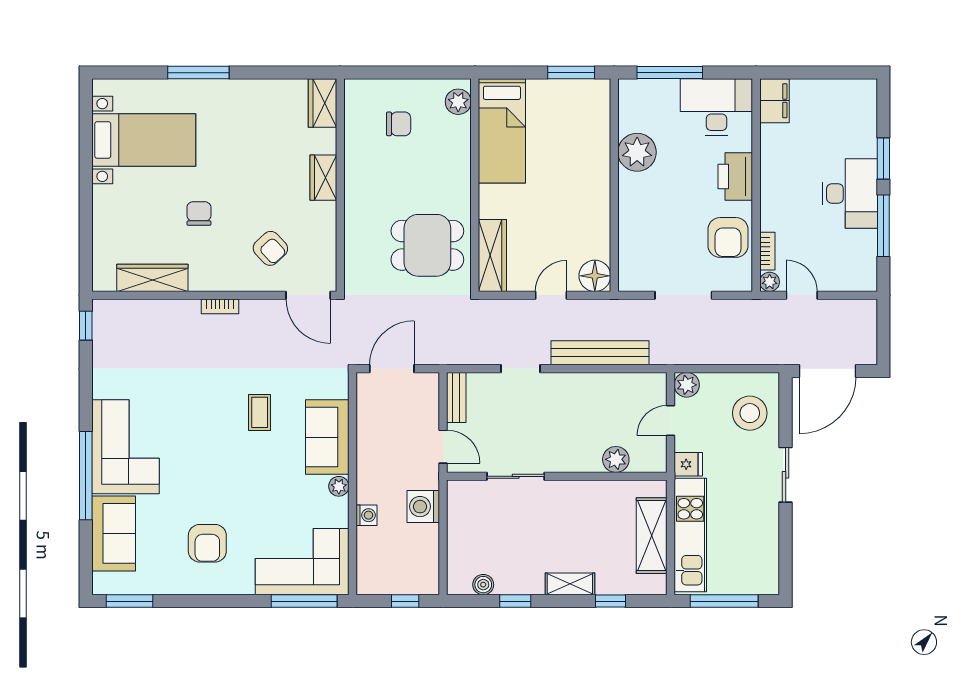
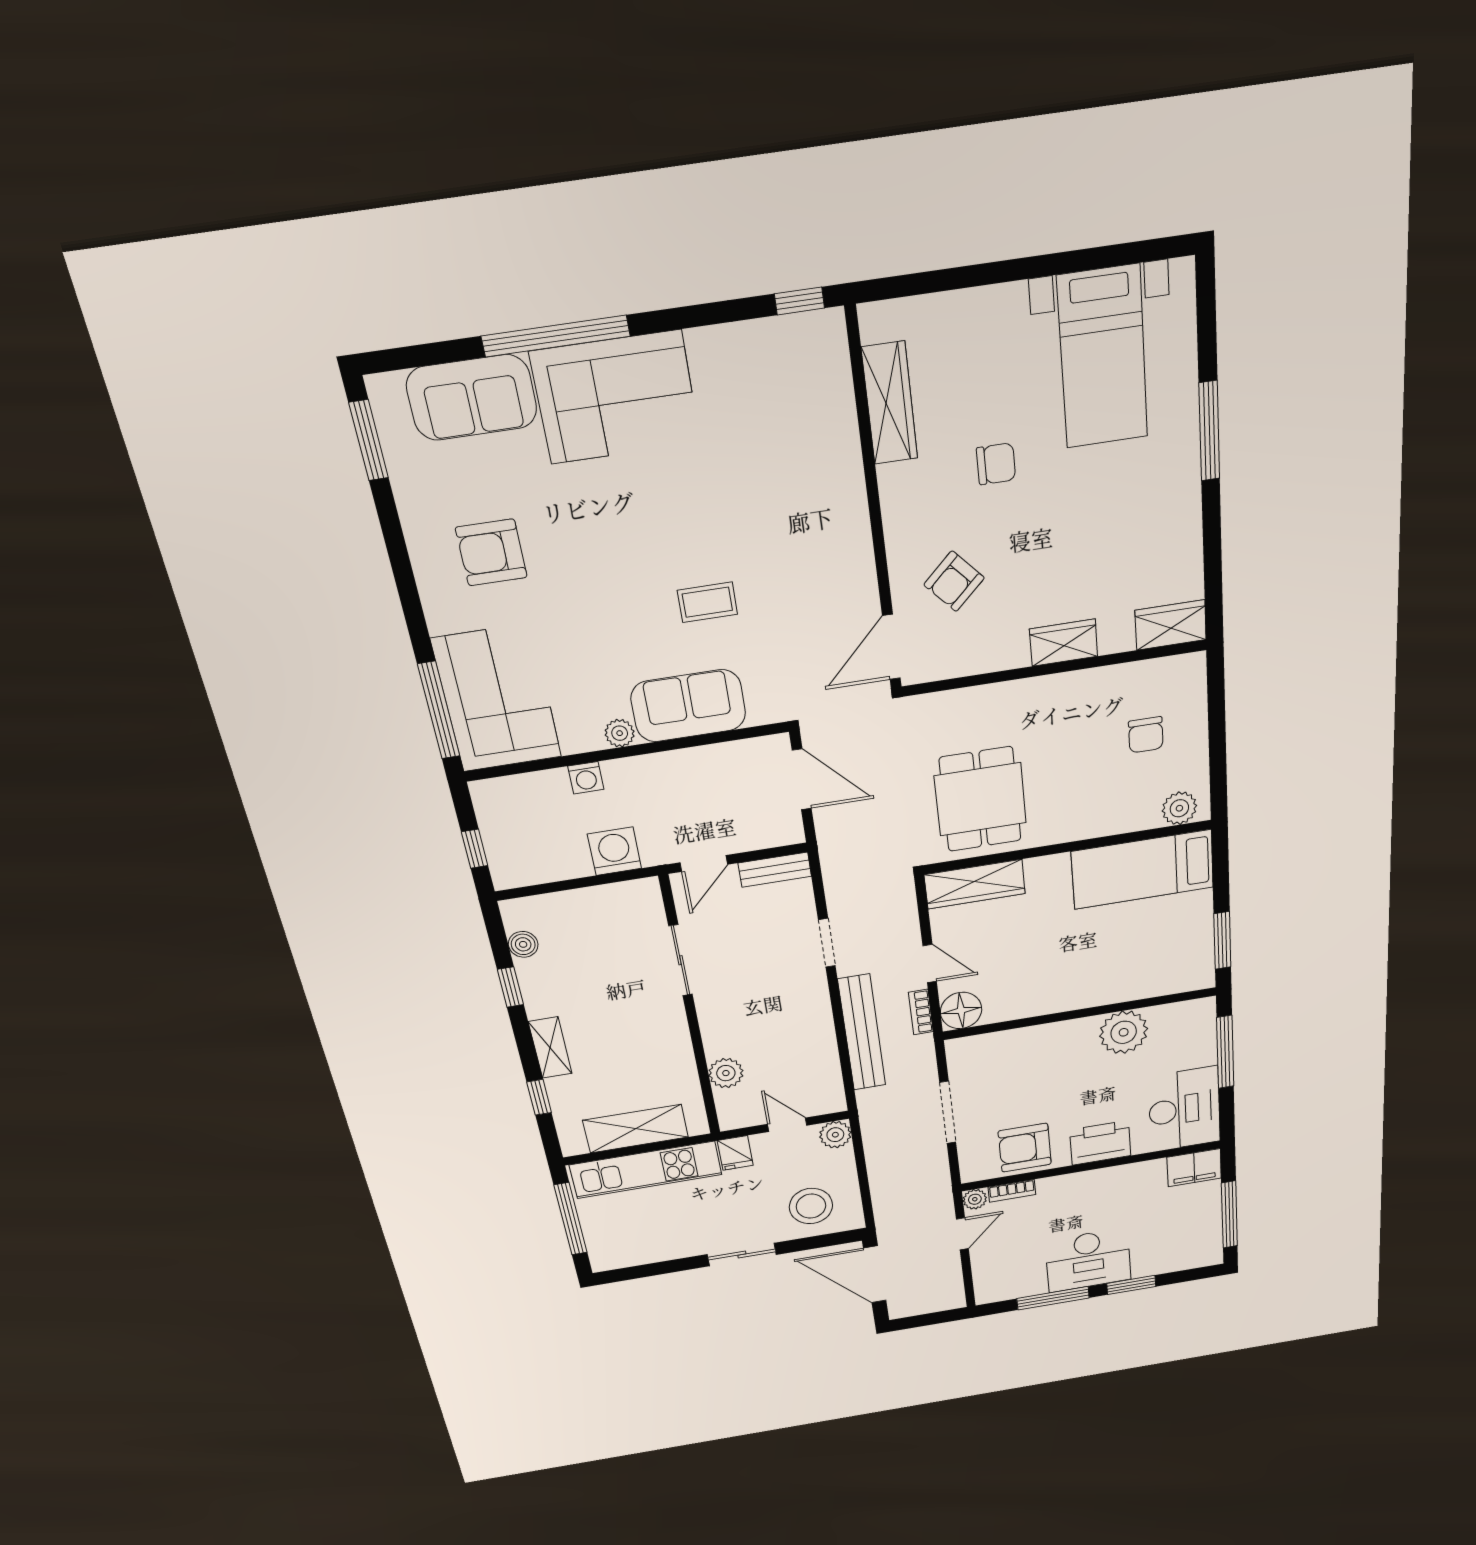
window: (828, 73) -> (1229, 1215), added
bookcase: (220, 306) -> (921, 1012), moved

